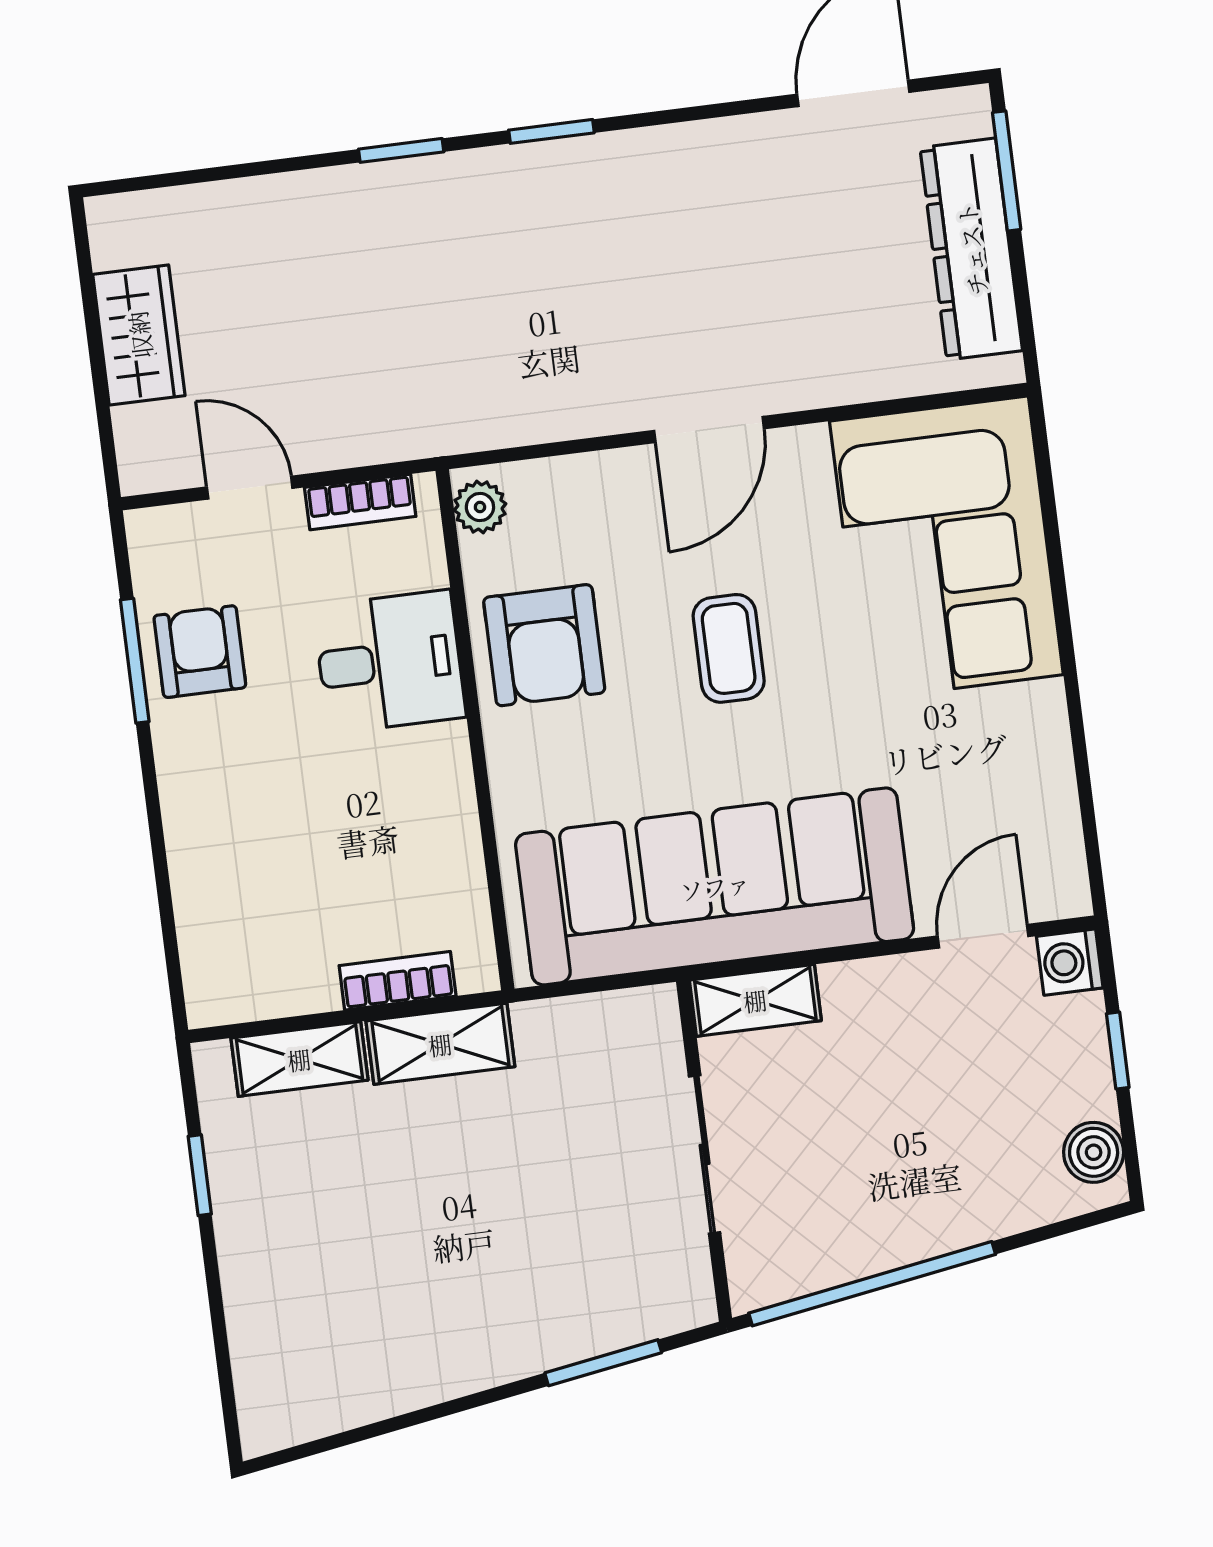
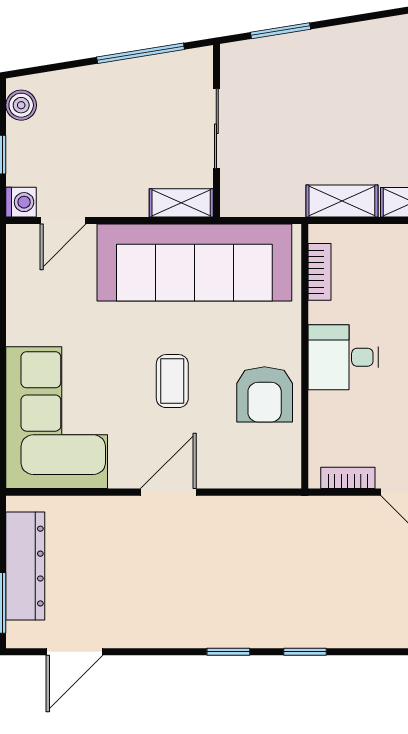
plant: (480, 507) -> (288, 468), removed
armchair: (544, 645) -> (265, 394), turned 180
desk: (389, 662) -> (343, 357), moved
bookcase: (398, 981) -> (319, 272), moved, turned -90
window: (872, 1284) -> (141, 53), width x0.68

